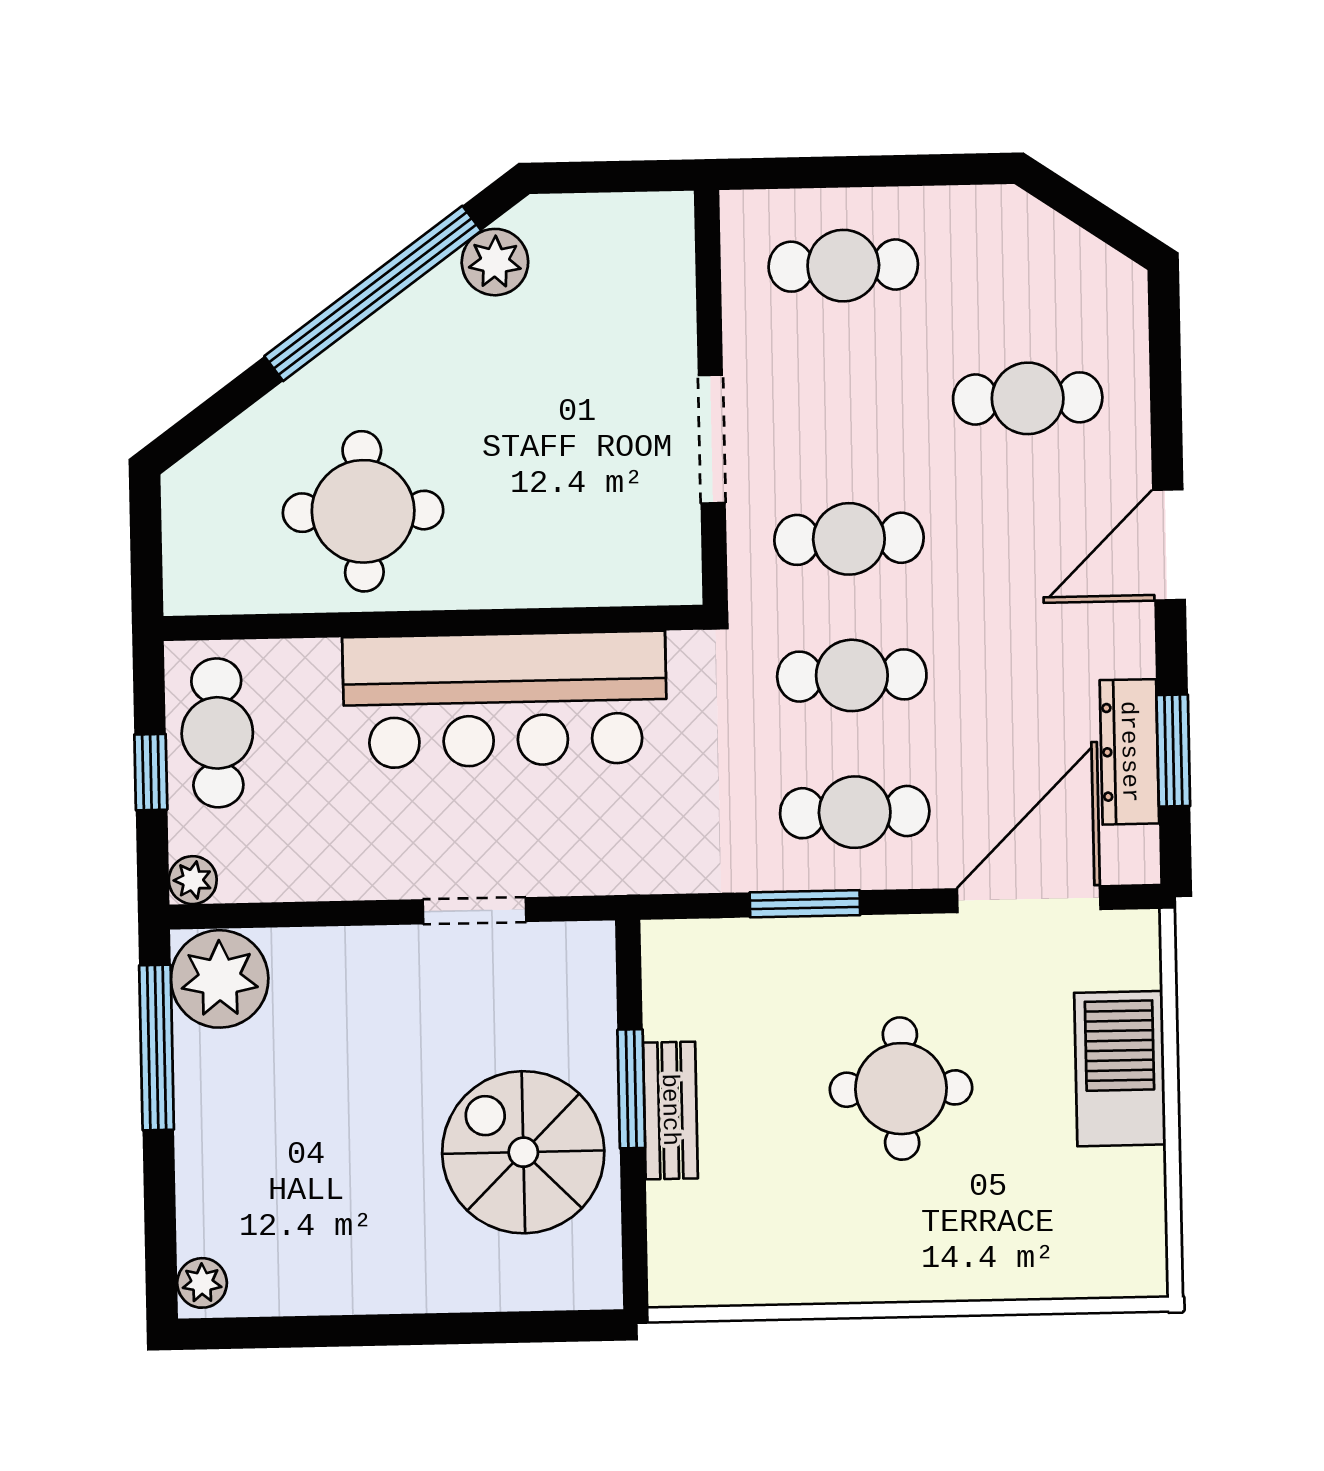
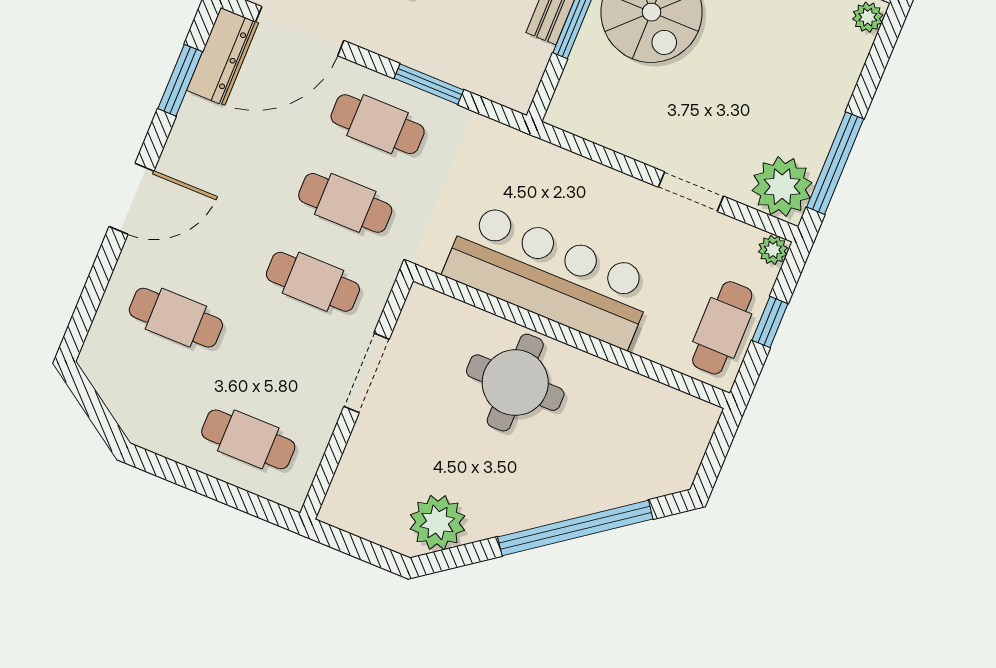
plant: (495, 262) -> (437, 522), width x1.36, depth x1.36
window: (373, 293) -> (575, 528), moved
round table: (363, 511) -> (515, 383), moved
dresser: (1129, 752) -> (220, 56), moved
doorway: (474, 911) -> (691, 192), moved

